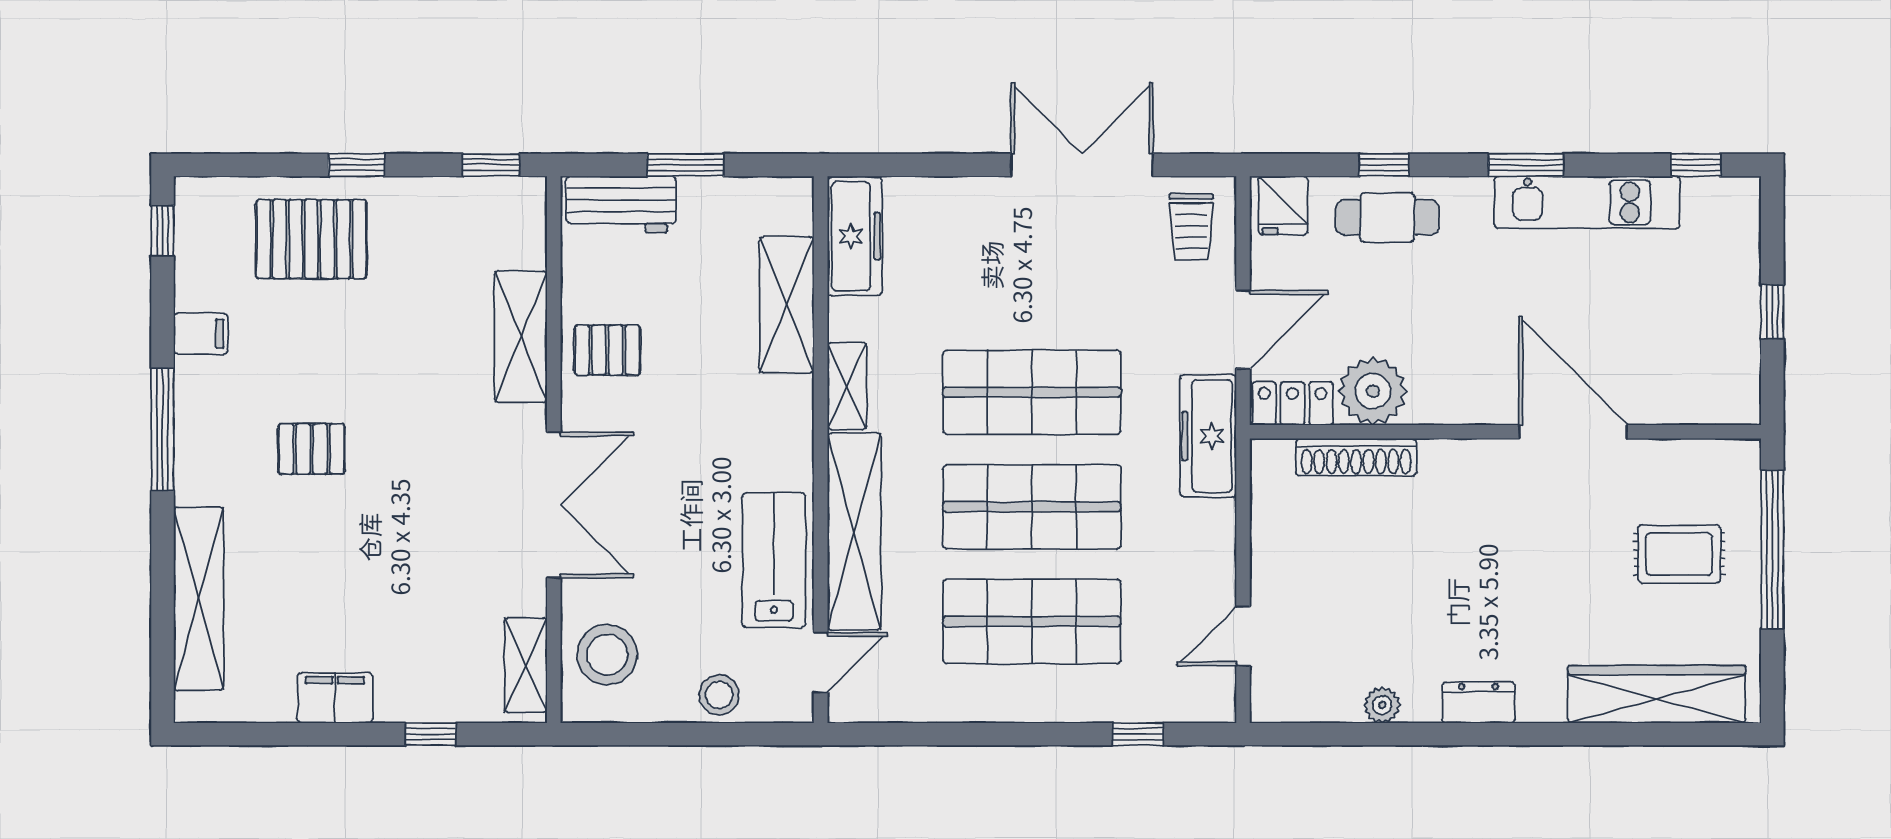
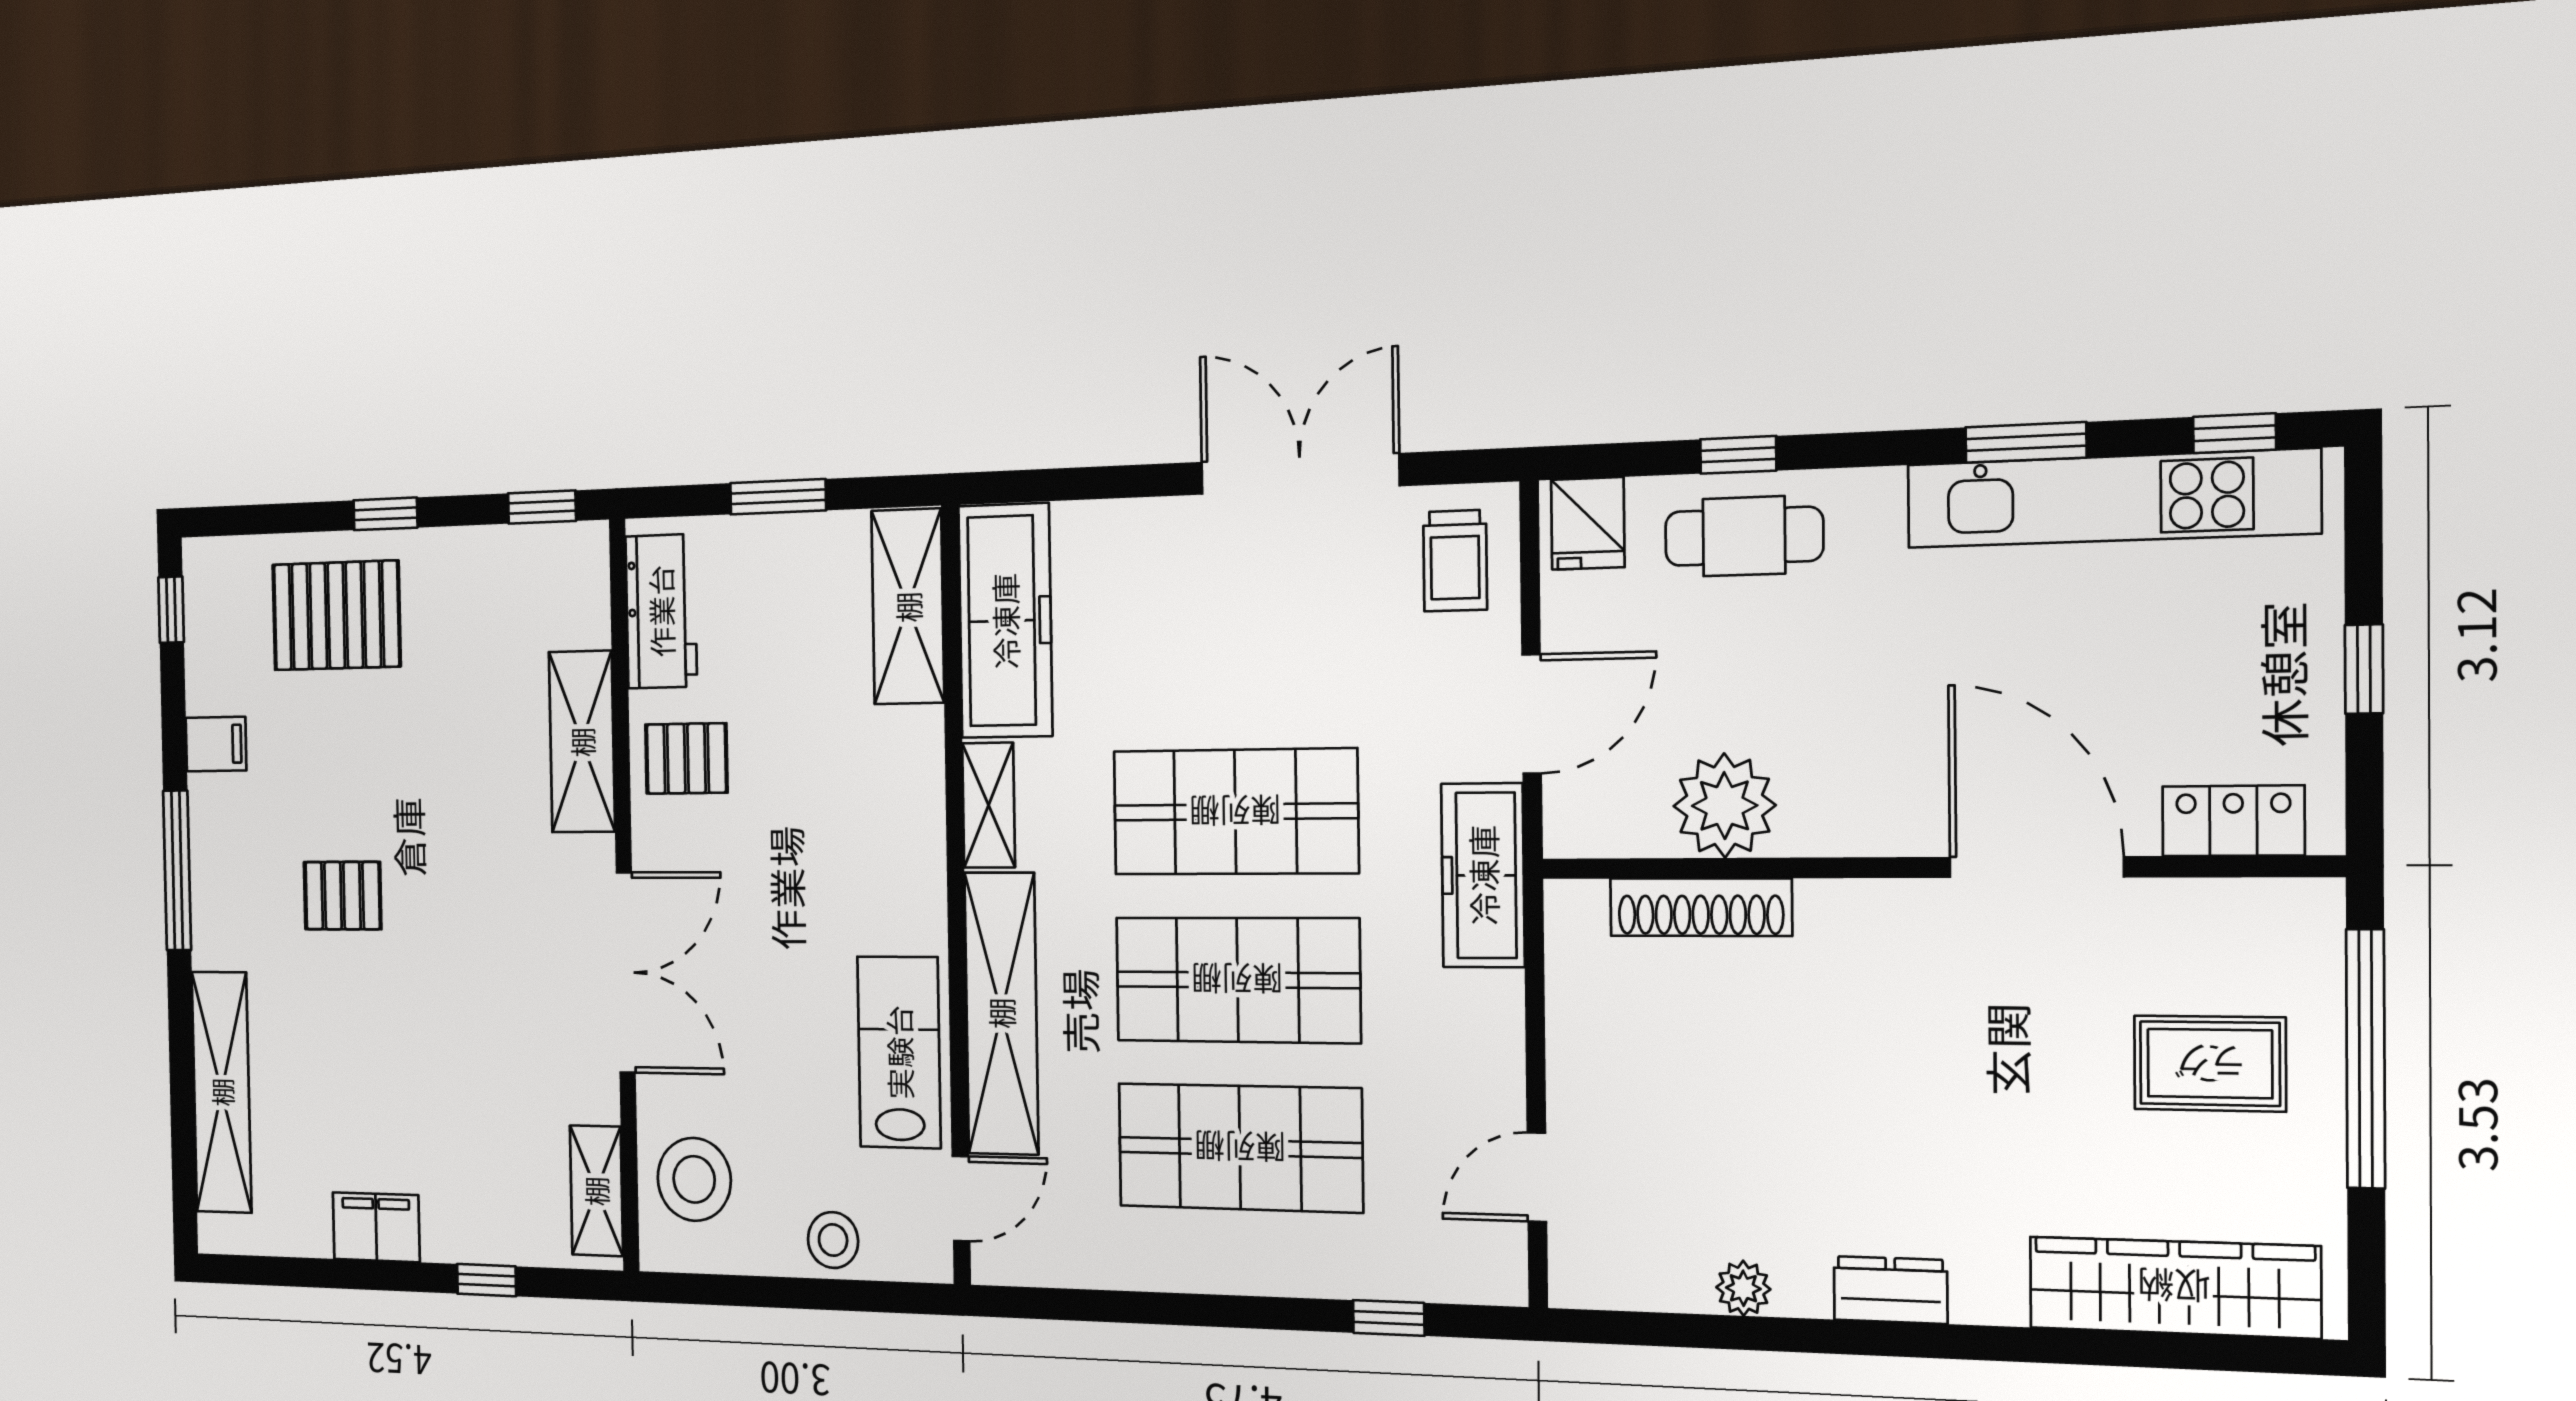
window: (1526, 165) -> (2026, 442), moved
kitchen unit: (1587, 202) -> (2111, 499), width x1.36
workbench: (621, 204) -> (661, 611), moved, turned -90
freezer: (855, 236) -> (1005, 621), width x1.36, depth x1.26
shelving: (787, 305) -> (908, 607), moved
locker: (1292, 403) -> (2233, 821), moved

